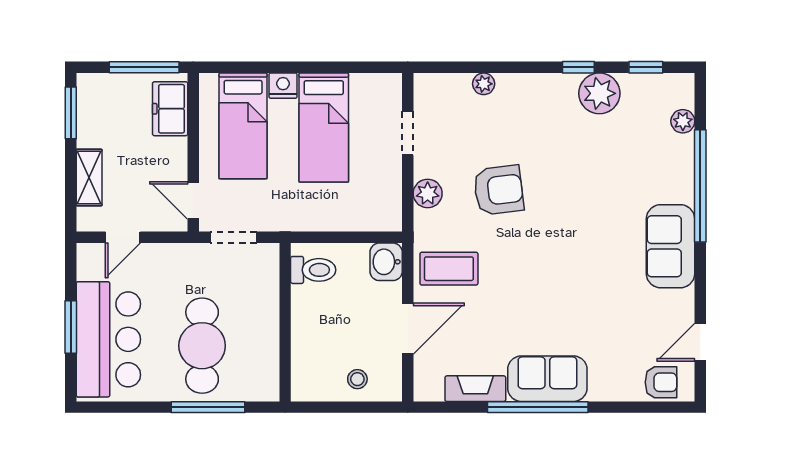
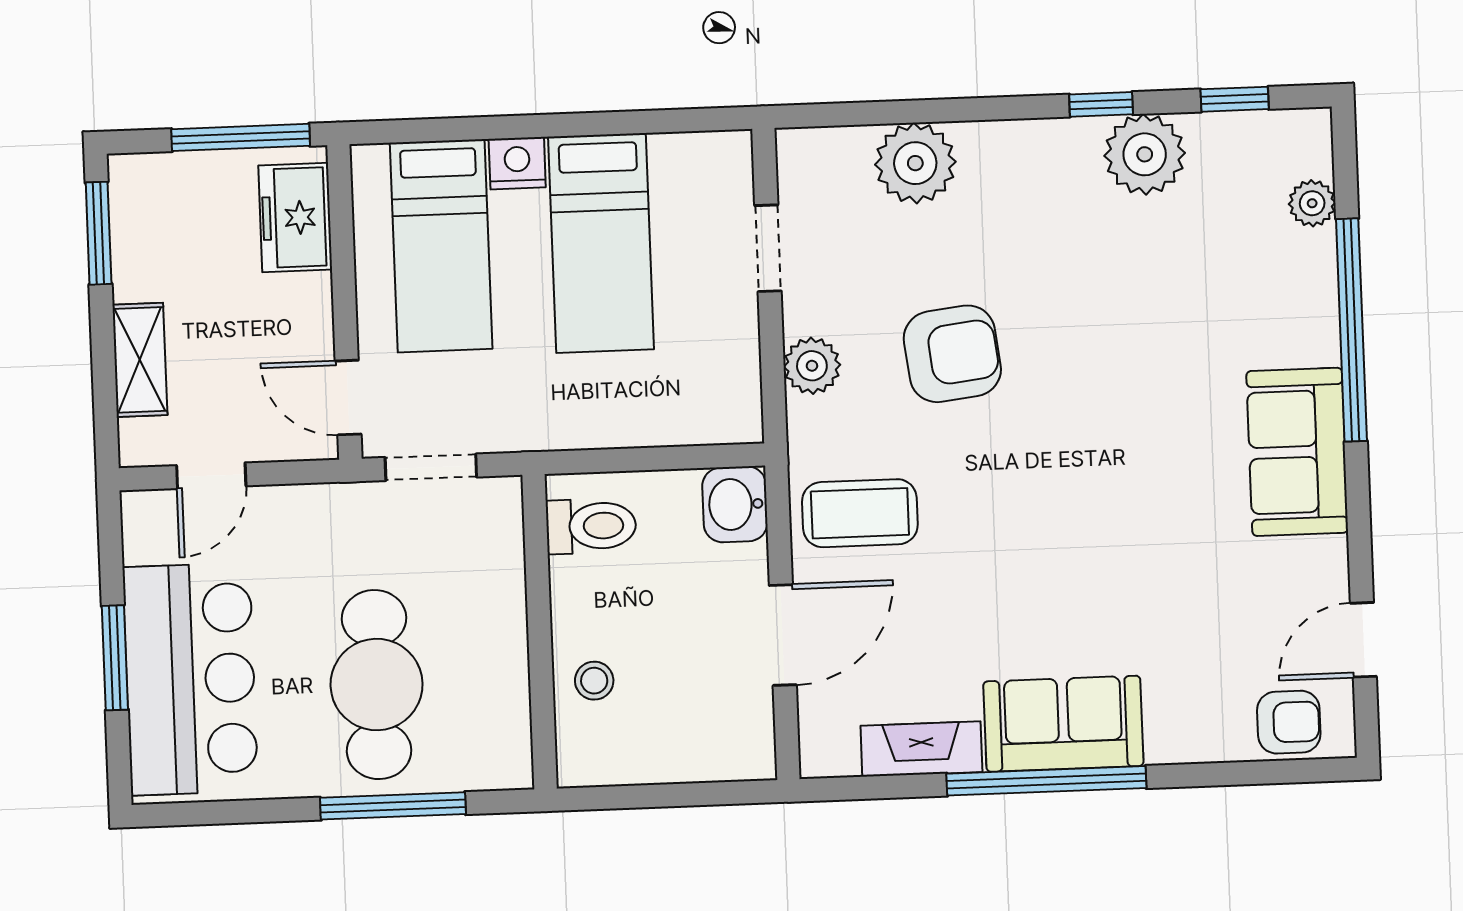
plant: (484, 84) -> (915, 163), width x1.87, depth x1.87
stool: (357, 379) -> (594, 681), moved

